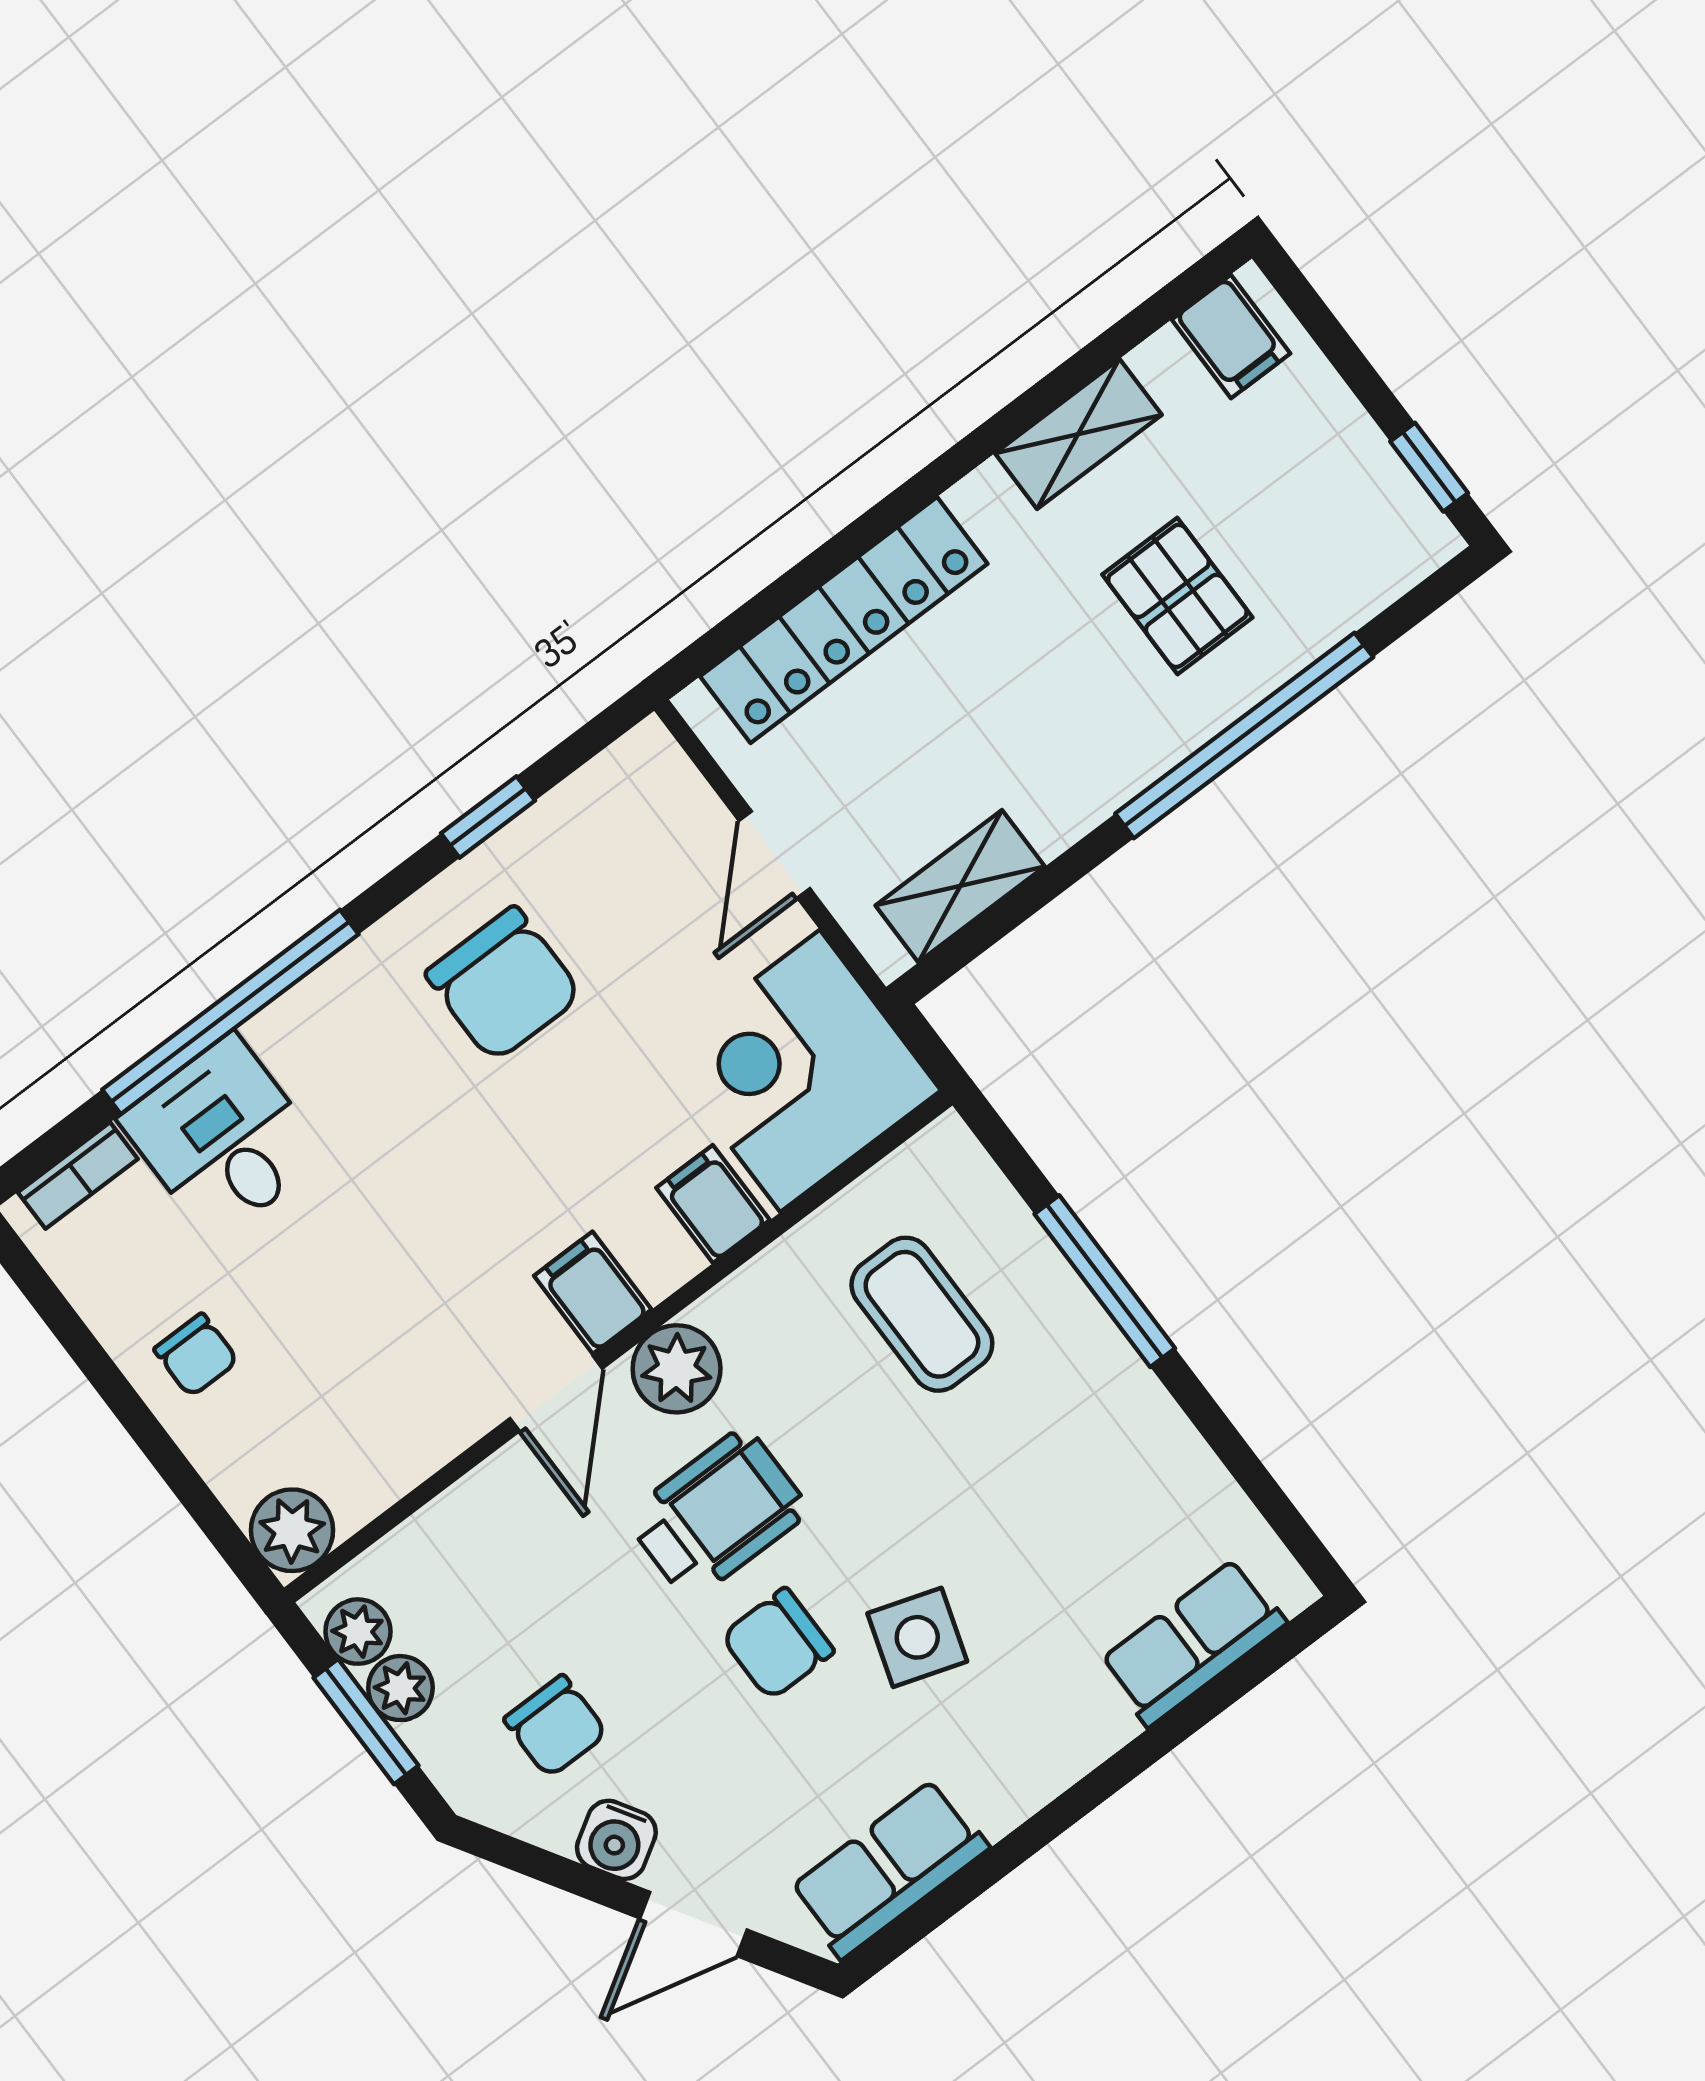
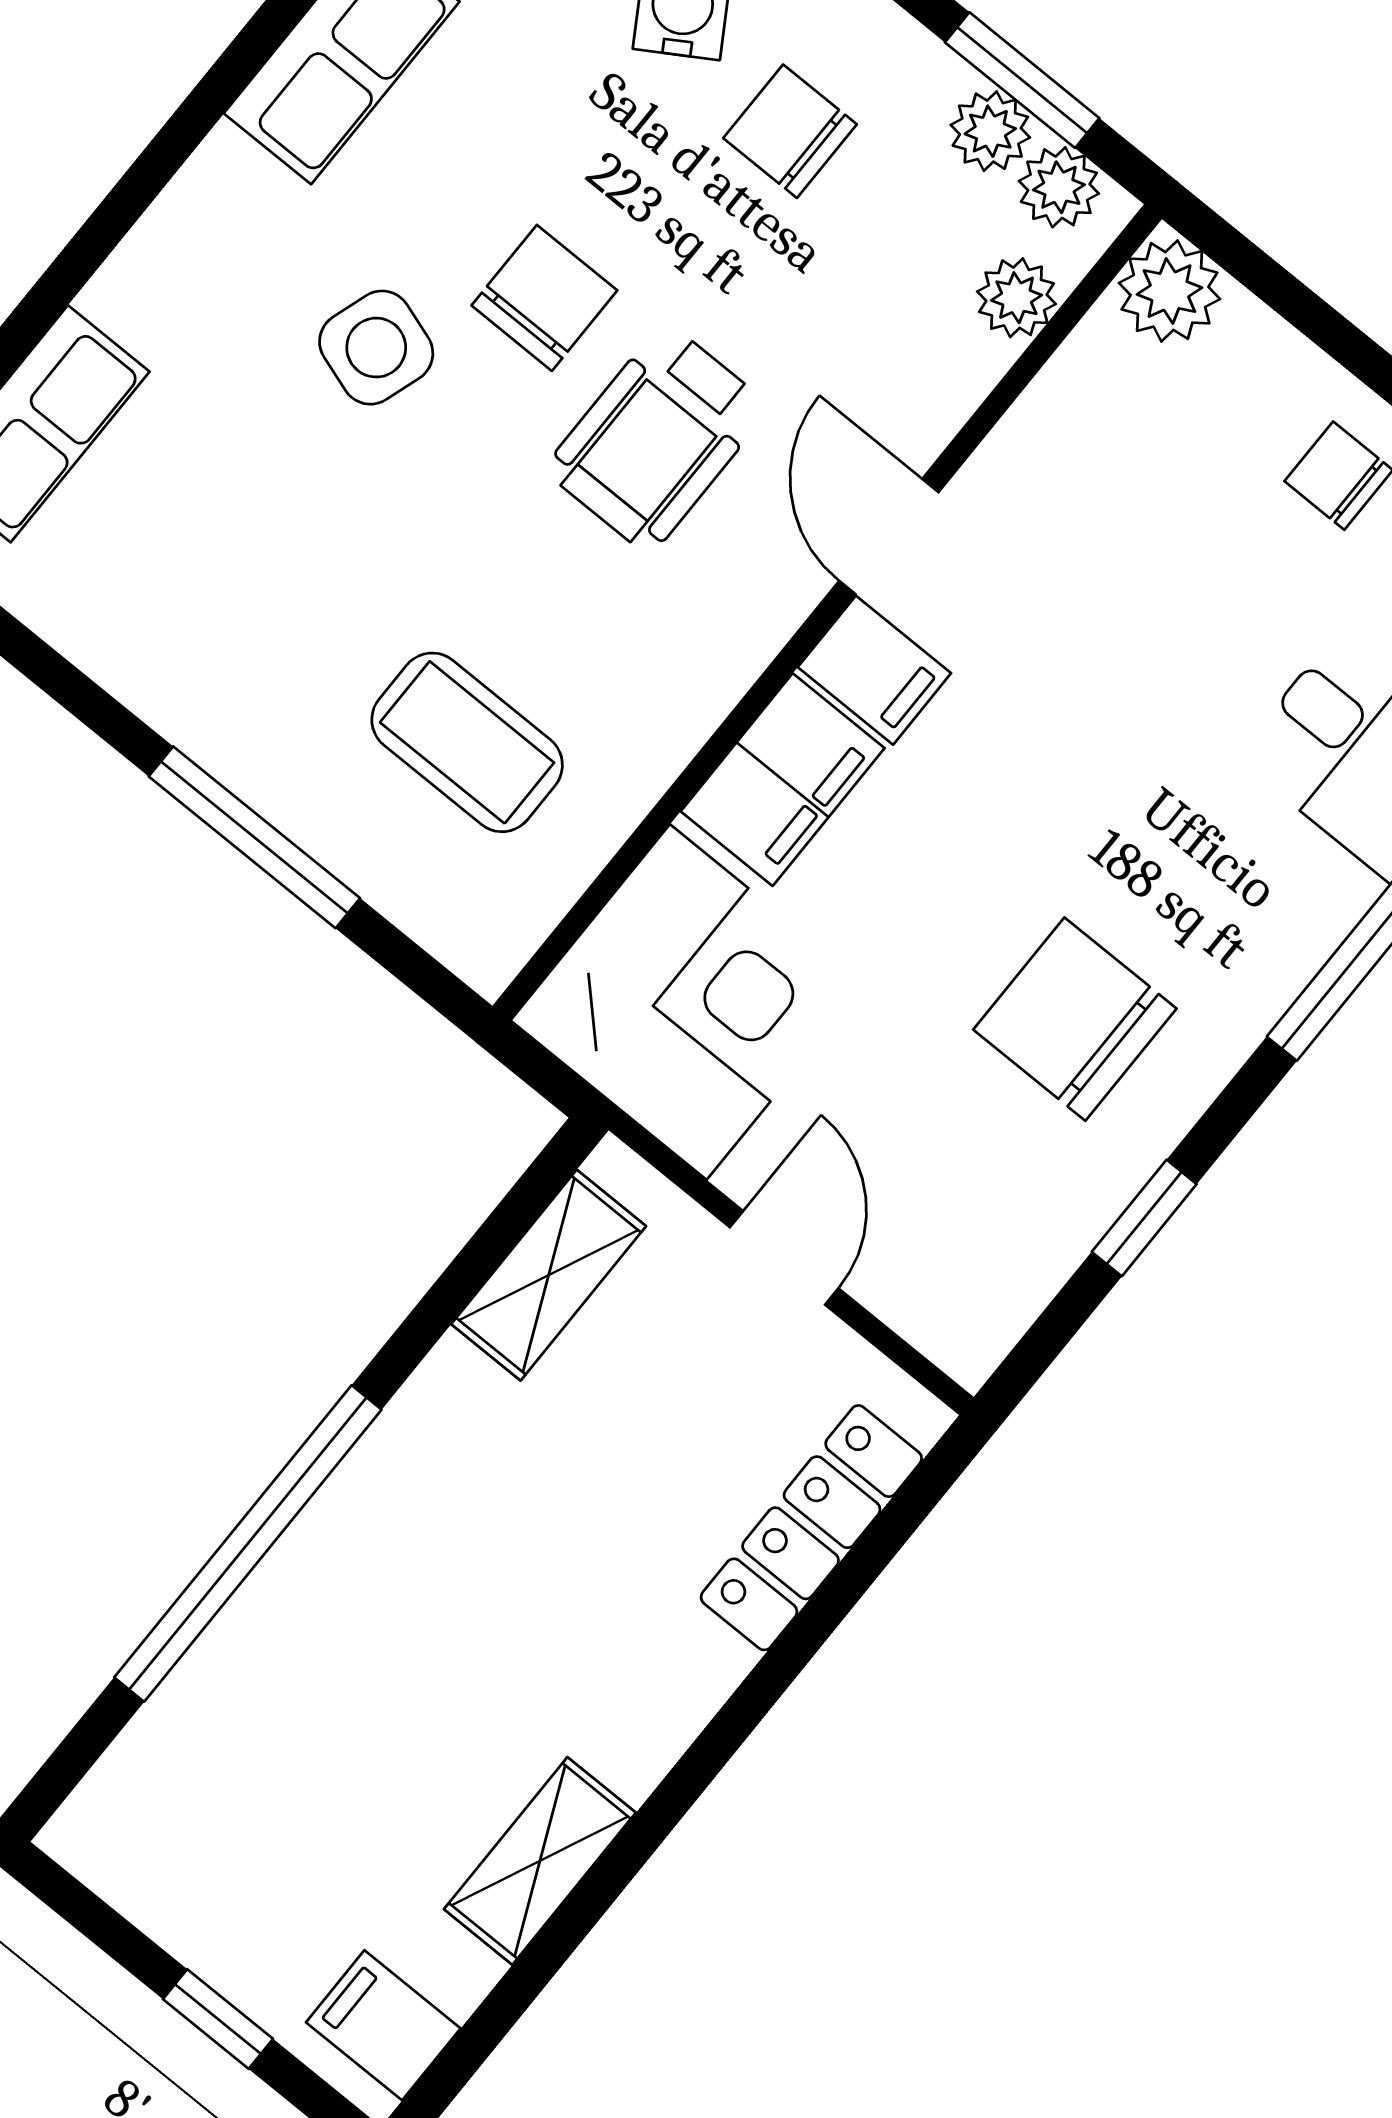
window: (1429, 467) -> (218, 2019), moved
pallet: (1177, 596) -> (371, 1693), removed
locker: (844, 620) -> (811, 1528), width x0.71, depth x0.83
filing cabinet: (713, 1204) -> (783, 780), width x2.00
plant: (677, 1369) -> (1016, 298), moved, width x0.73, depth x0.73

